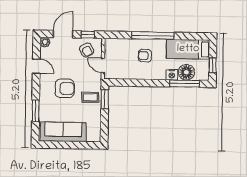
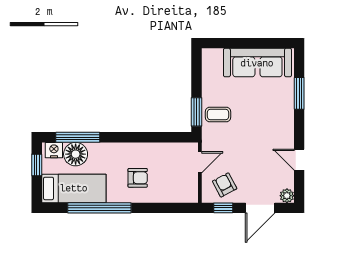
window: (153, 36) -> (99, 208), moved
door: (103, 65) -> (200, 162), hinge flipped
nightstand: (172, 75) -> (54, 150), moved
armchair: (65, 88) -> (256, 127), removed

